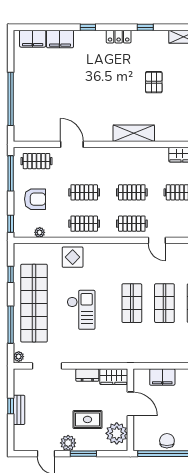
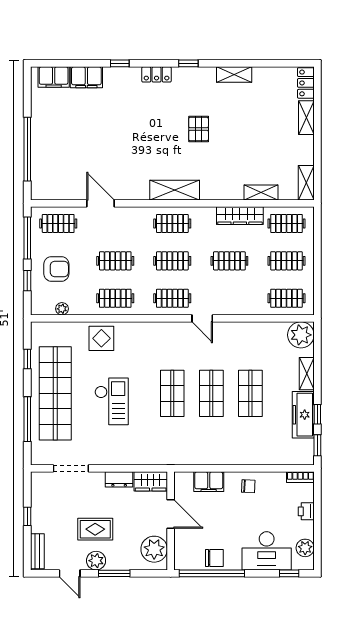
clothes rail: (132, 161) -> (172, 223), added
window: (11, 224) -> (27, 281), moved
plant: (19, 357) -> (37, 457), removed
bench: (19, 410) -> (37, 551), moved
rug: (87, 419) -> (95, 529), moved
chair: (167, 441) -> (214, 558), turned 90

